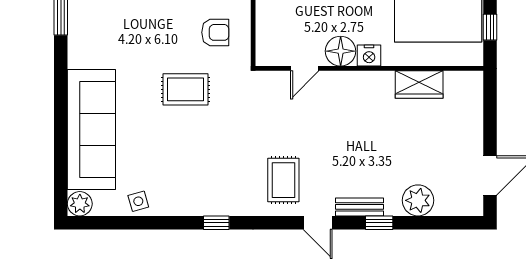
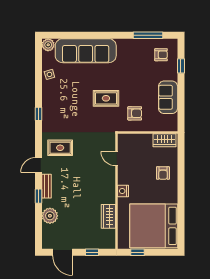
armchair: (215, 32) -> (135, 113), turned -90
floor lamp: (341, 51) -> (125, 177), removed
rug: (186, 89) -> (106, 98), turned 90
window: (490, 117) -> (92, 252), added

